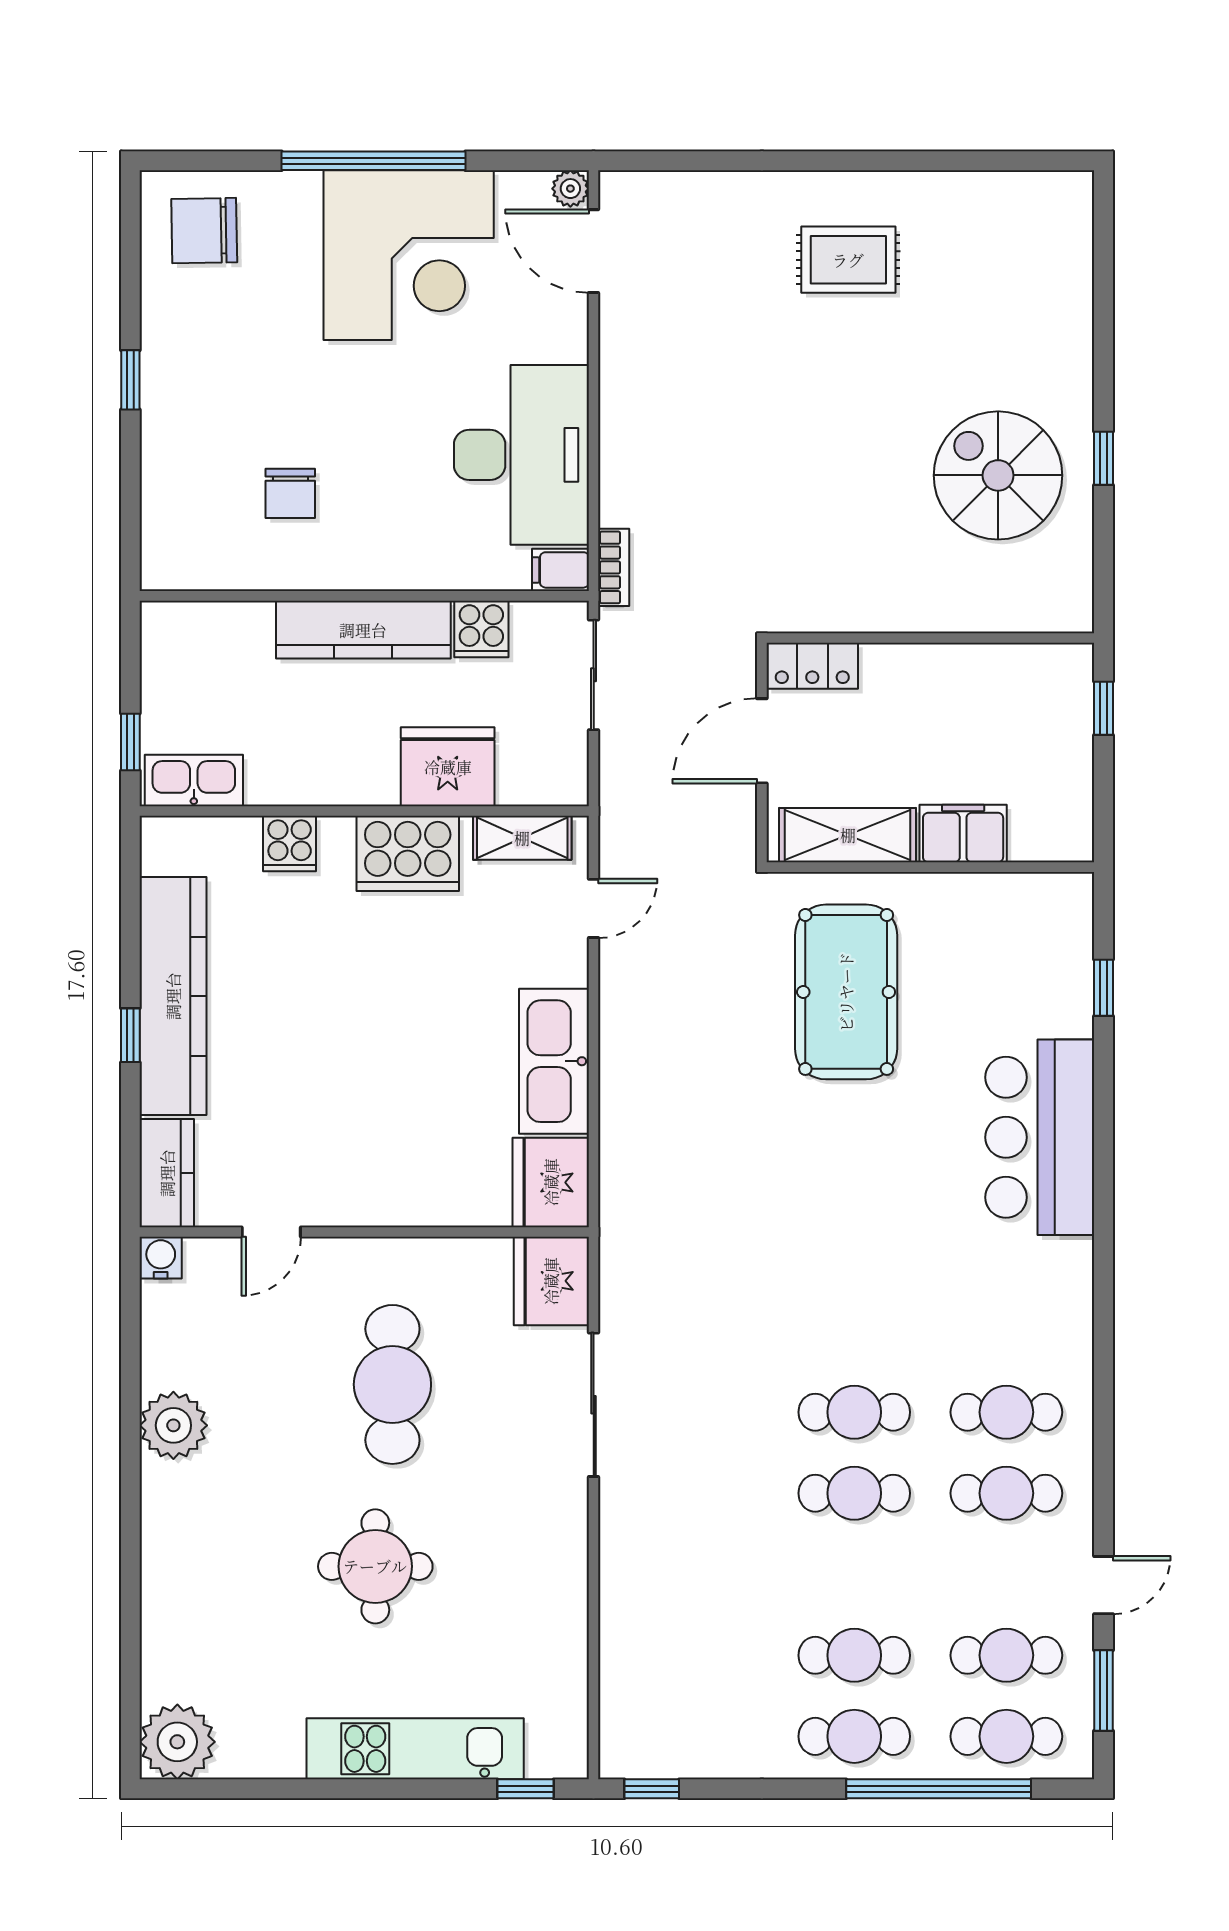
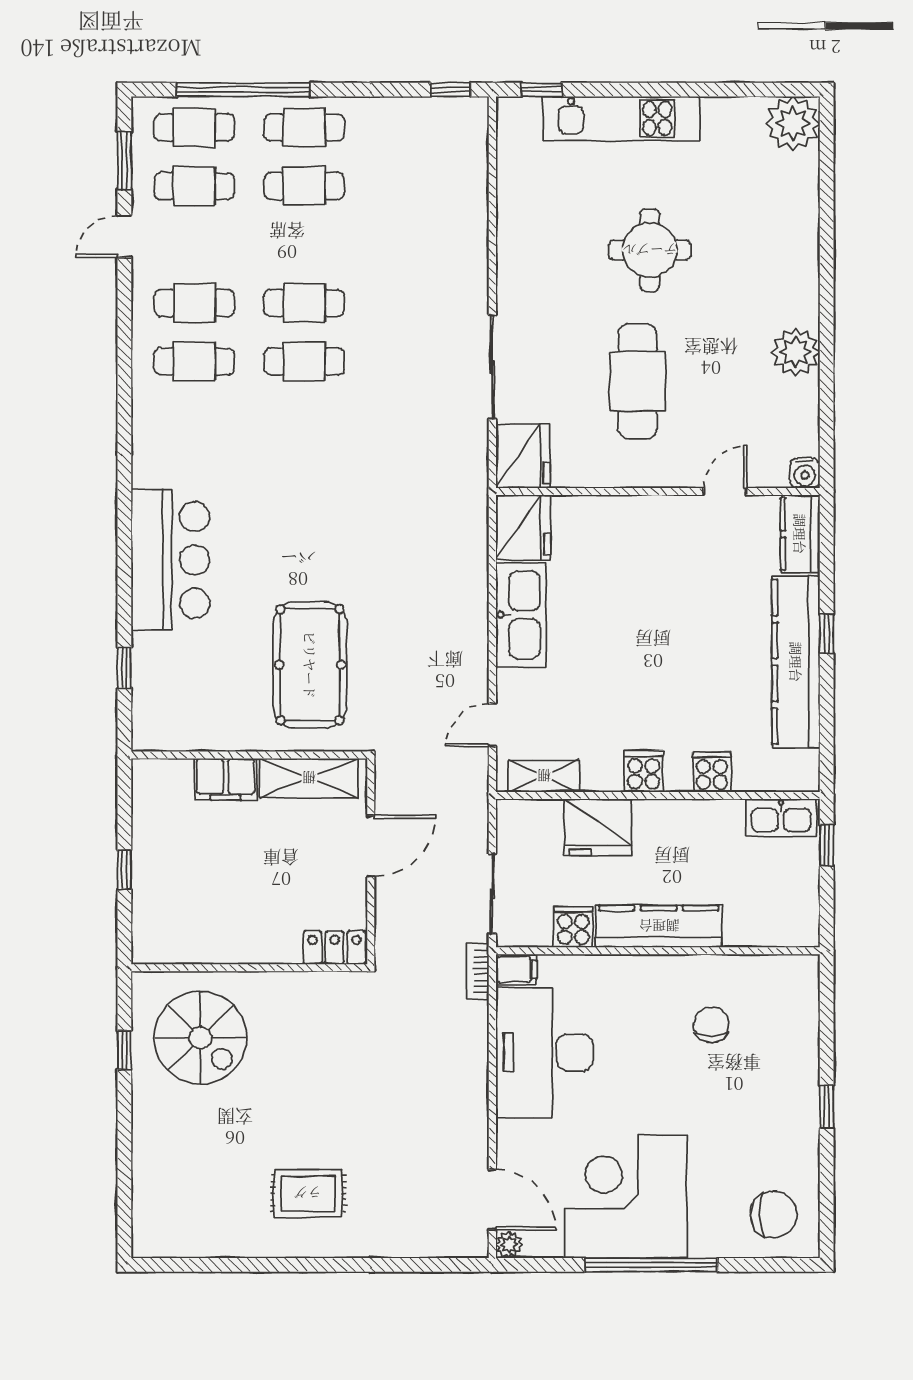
wall: (930, 638) -> (249, 968), moved
locker: (812, 666) -> (334, 948), moved
cooker: (408, 853) -> (644, 771), width x0.53, depth x0.76

